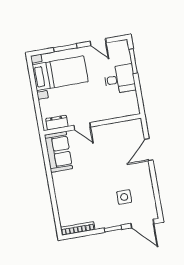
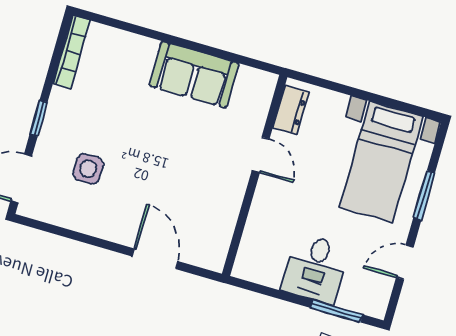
door: (82, 126) -> (261, 155), swing flipped
sofa: (58, 152) -> (194, 75), moved

